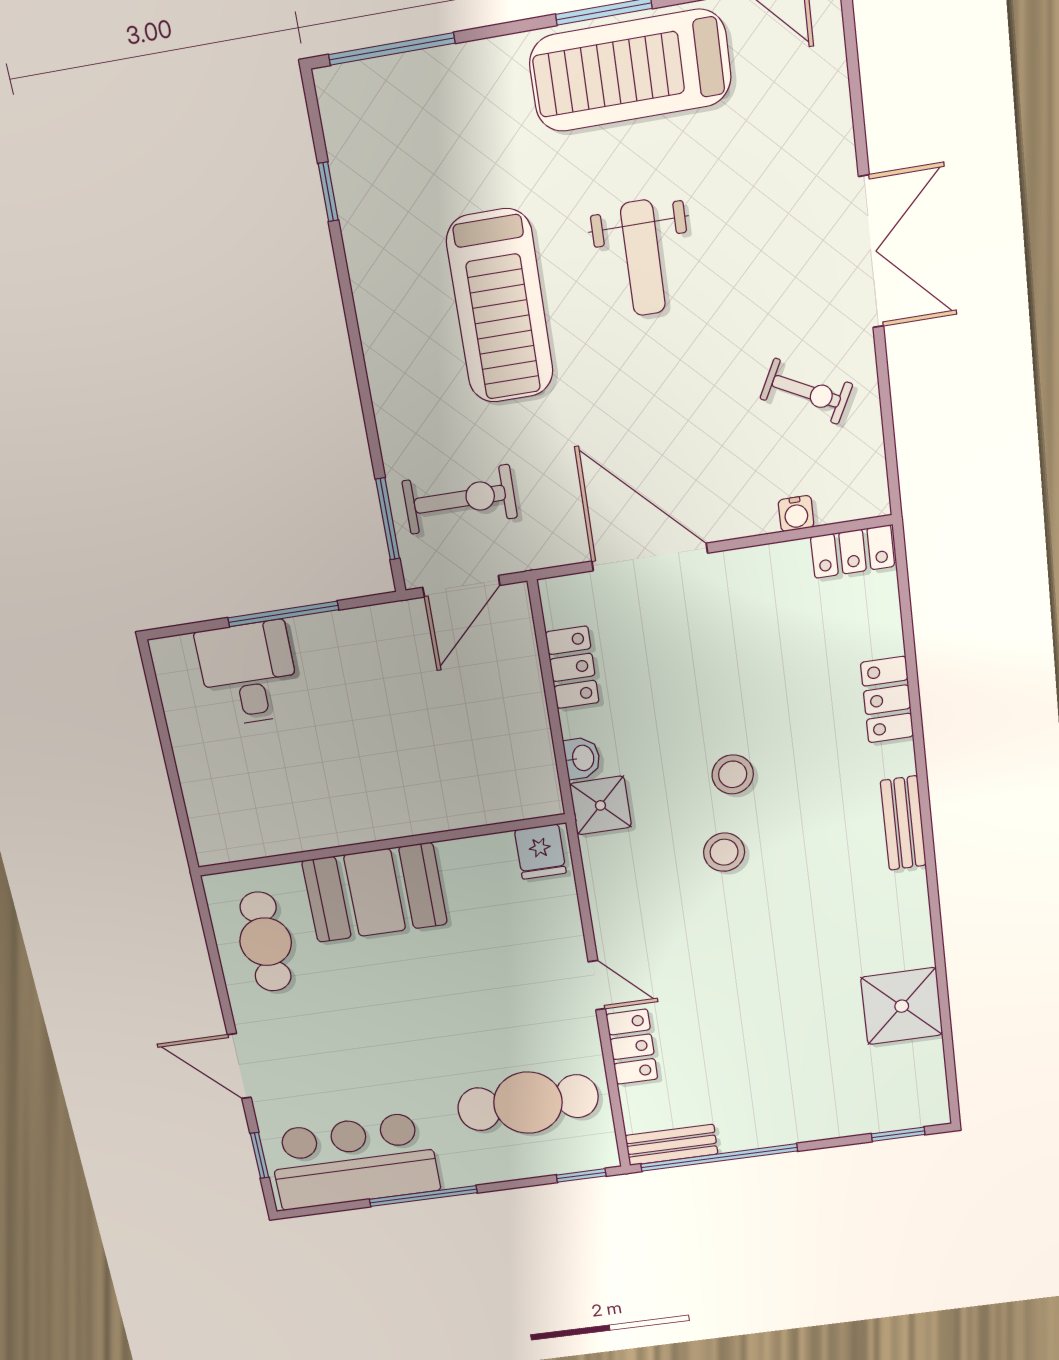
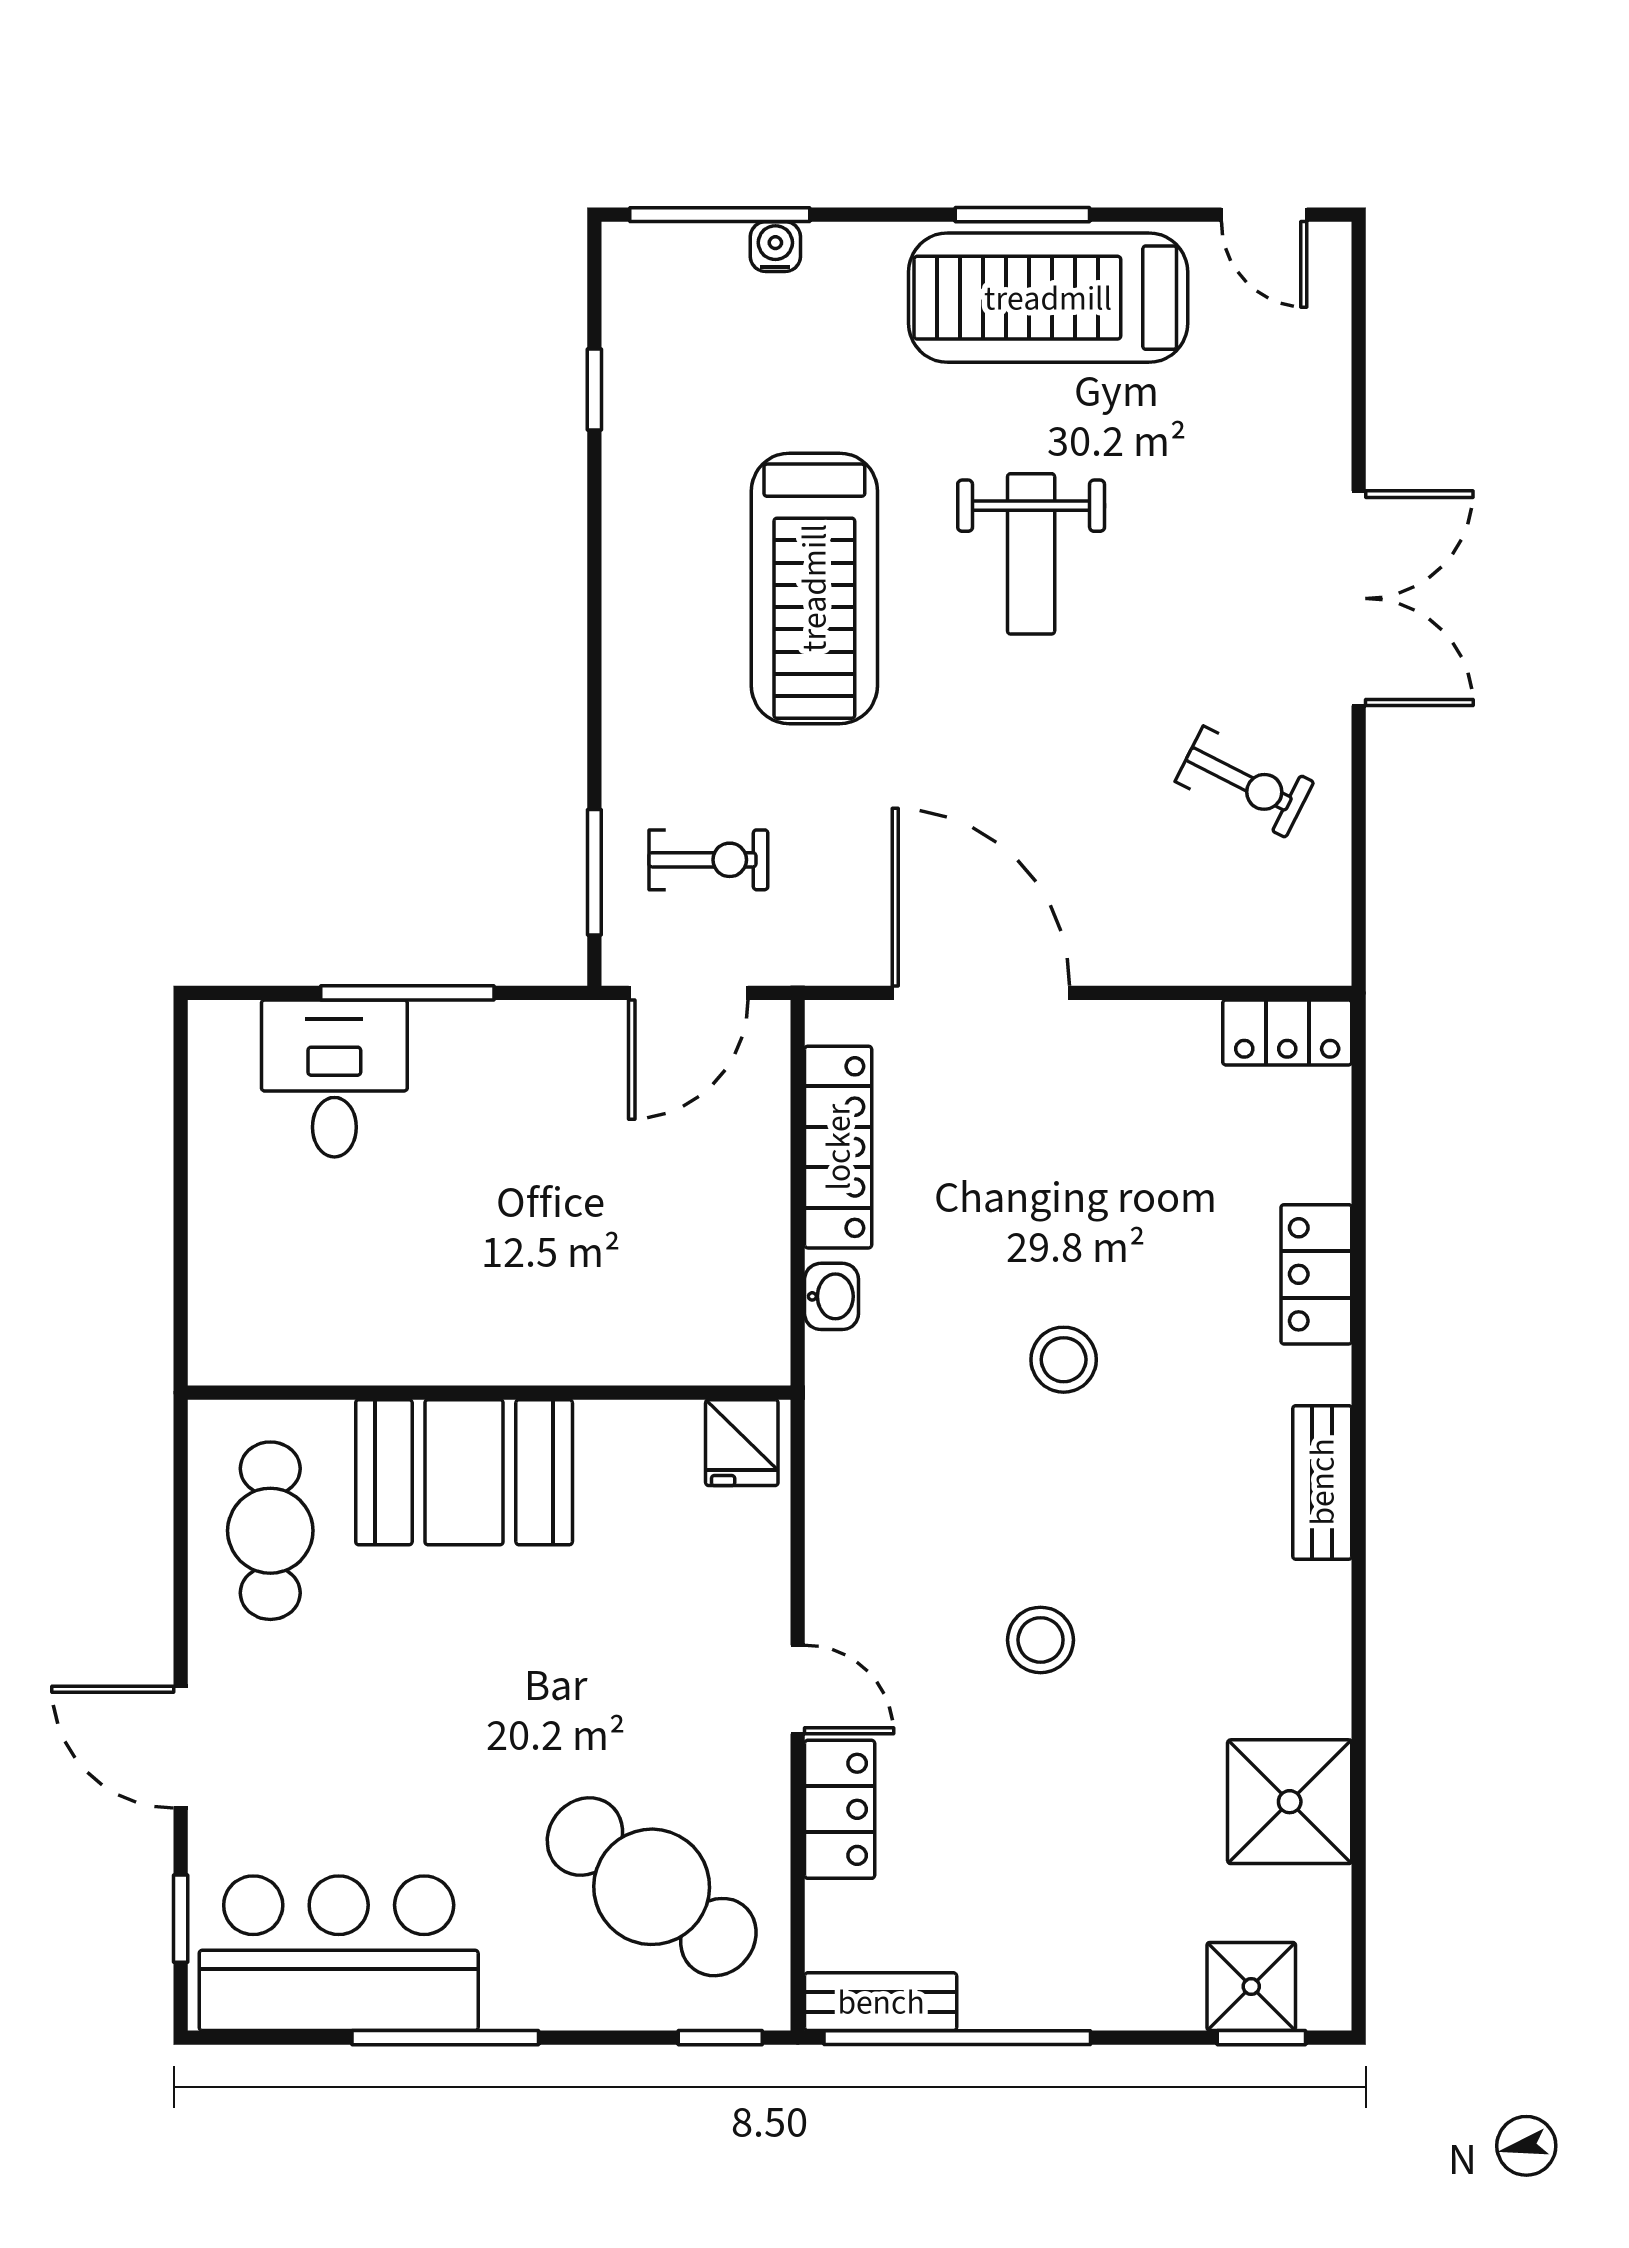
exercise bike: (460, 499) -> (708, 860), width x0.73, depth x0.72
water cooler: (796, 514) -> (775, 247), moved, turned 180
locker: (572, 667) -> (838, 1147), width x1.53
shower: (600, 805) -> (1251, 1986), moved
stool: (724, 852) -> (1041, 1640), moved
cafe table: (528, 1103) -> (652, 1887), turned 37

